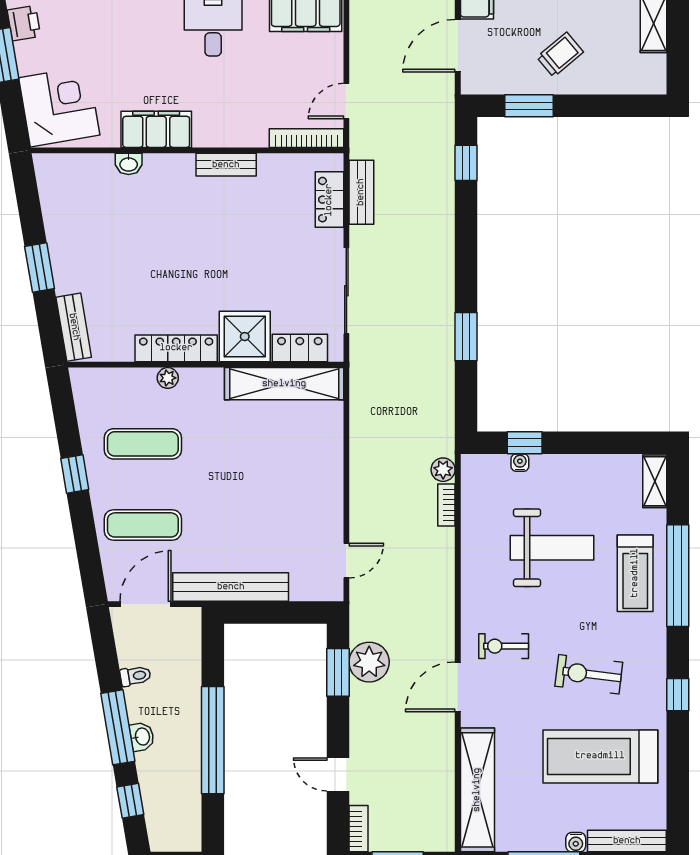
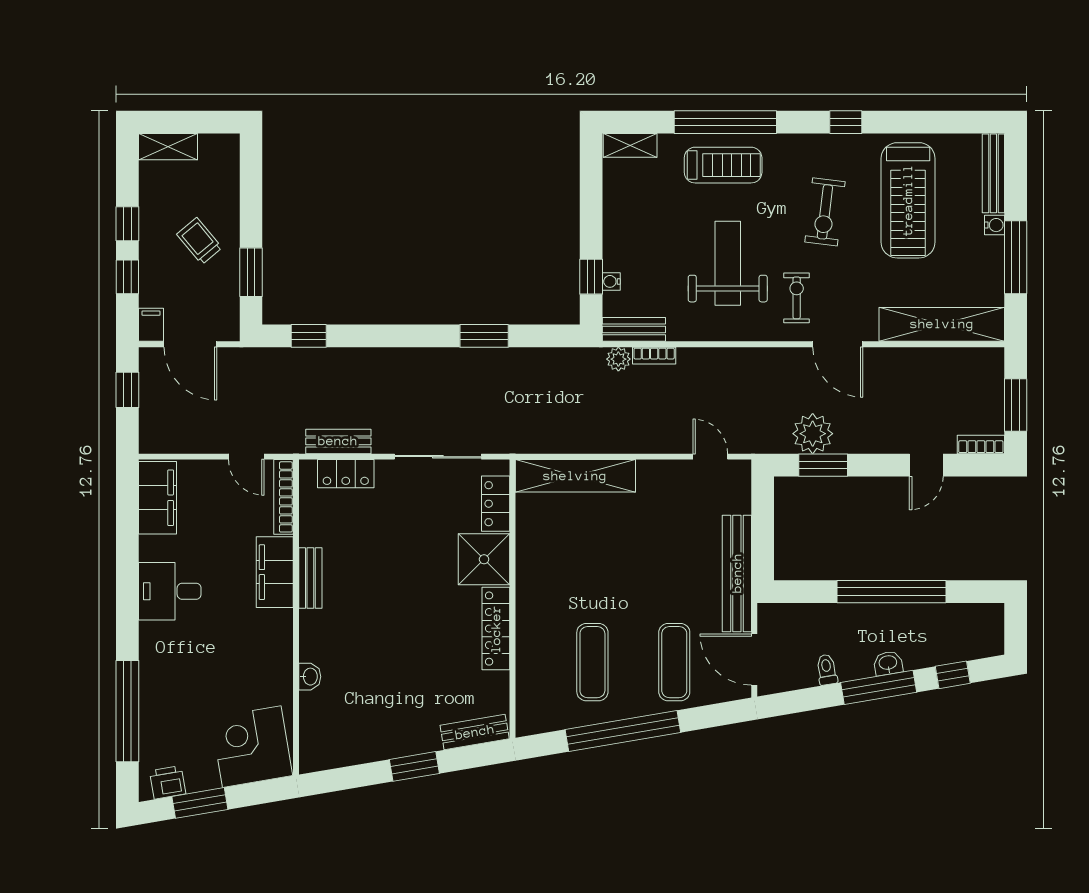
filing cabinet: (156, 129) -> (275, 572), moved
plant: (168, 378) -> (526, 637), removed
shelving: (284, 384) -> (575, 476), moved, turned 90
window: (75, 474) -> (623, 731), width x3.17
bench: (472, 485) -> (634, 329), added
weight bench: (552, 548) -> (728, 263), moved
exercise bike: (504, 646) -> (797, 298), turned 180

